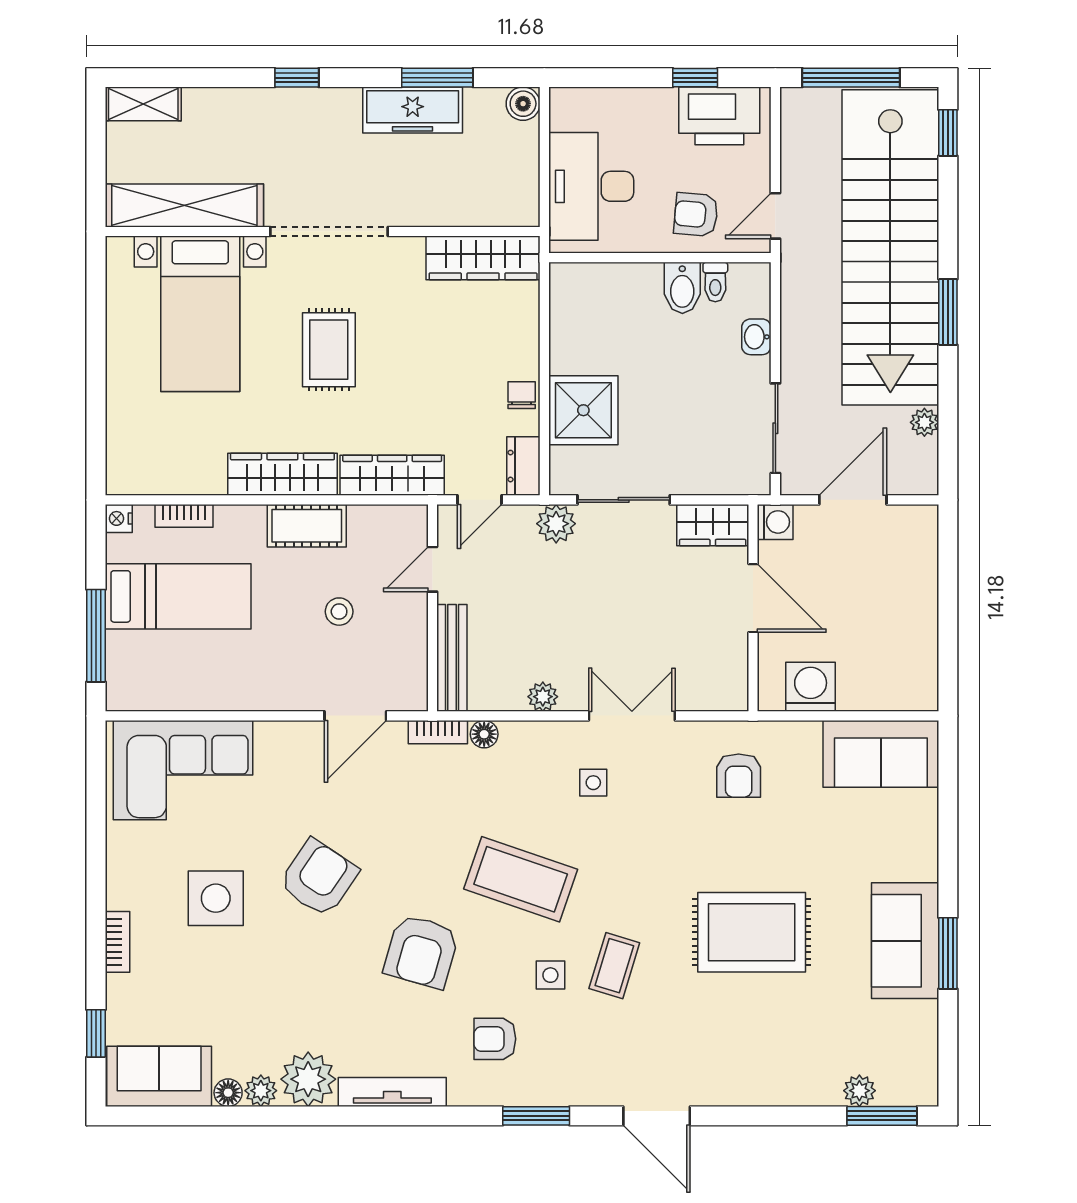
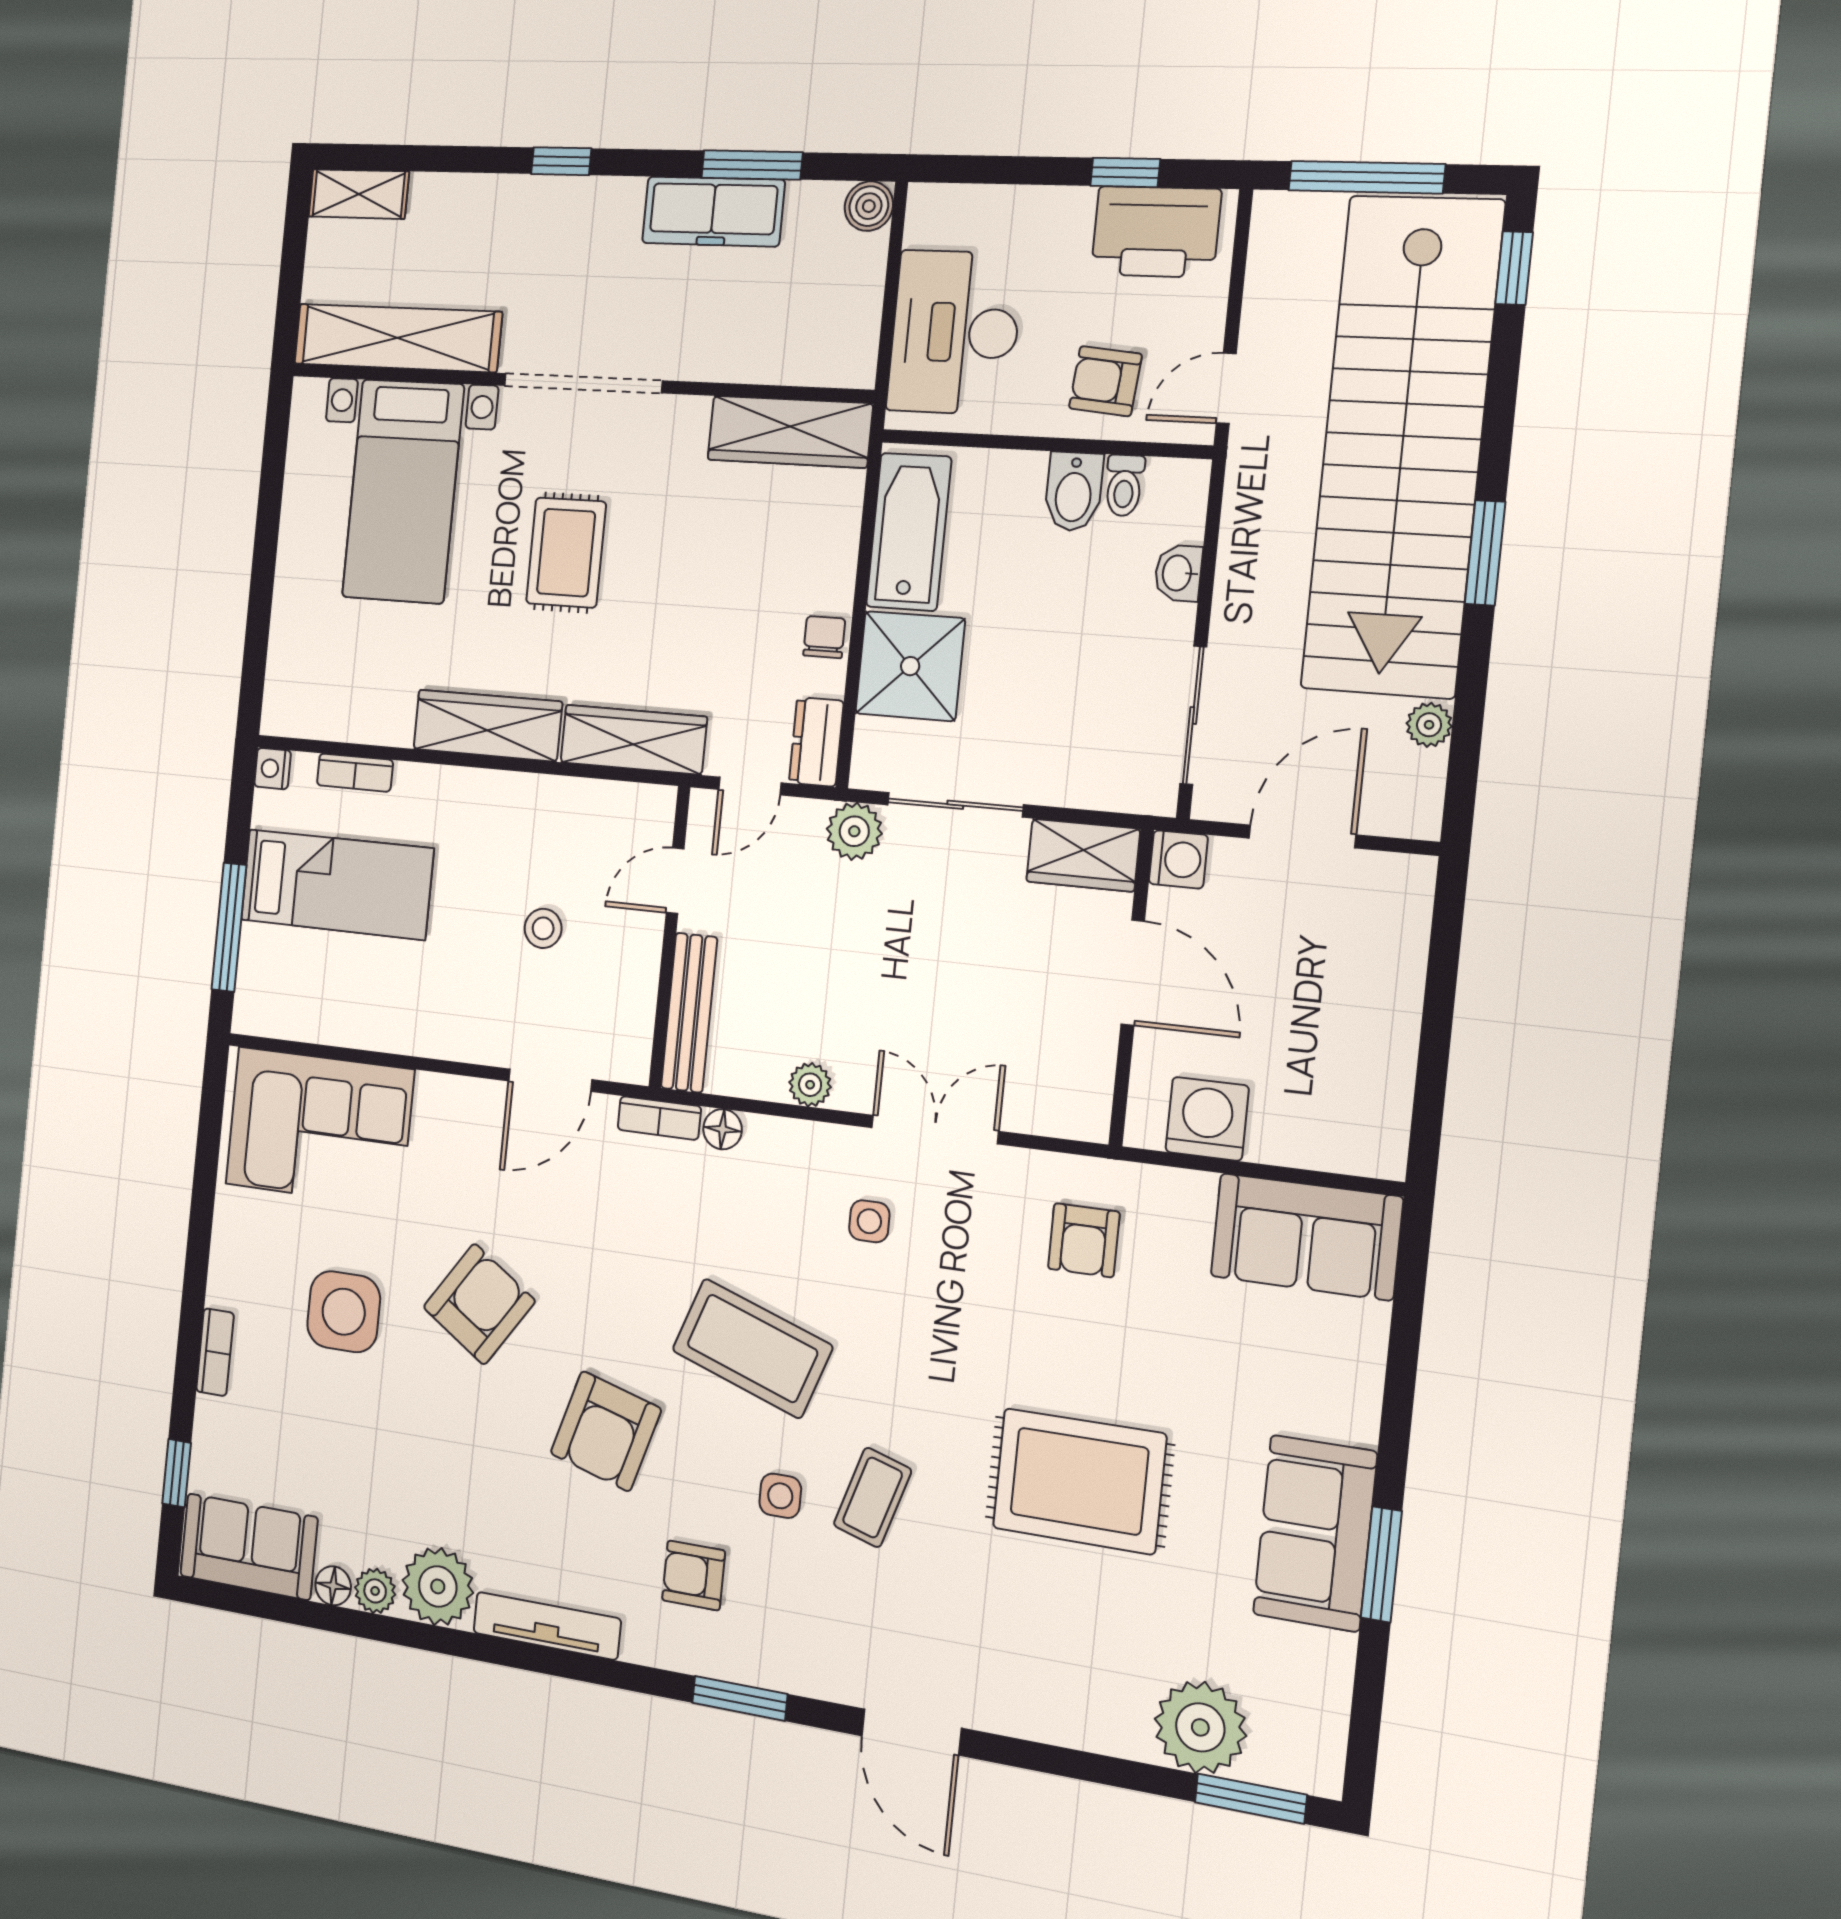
bathtub: (573, 321) -> (909, 532), added
cot: (307, 526) -> (512, 802), removed
plant: (859, 1091) -> (1200, 1727), width x1.87, depth x1.87

